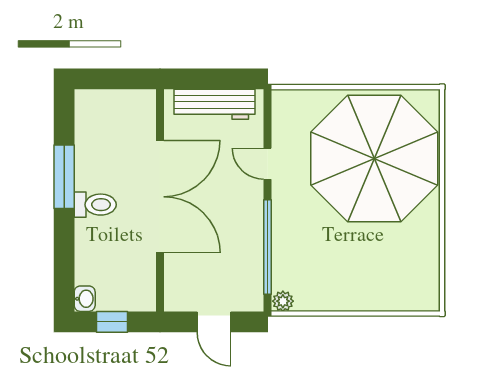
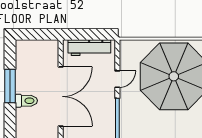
door: (267, 164) -> (117, 79), swing flipped

